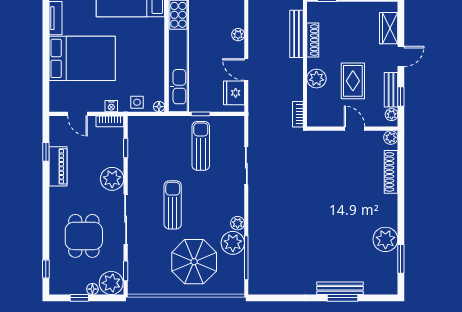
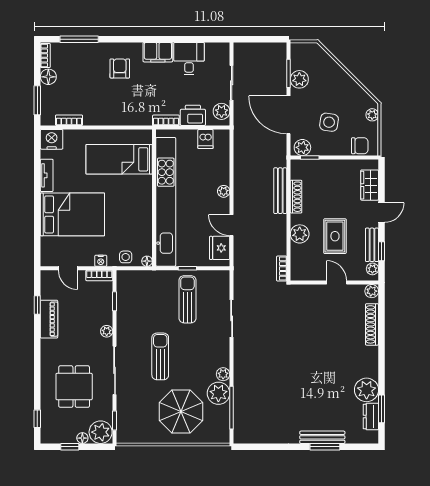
plant: (112, 179) -> (107, 331), width x0.53, depth x0.53
dresser: (390, 267) -> (371, 417), added

